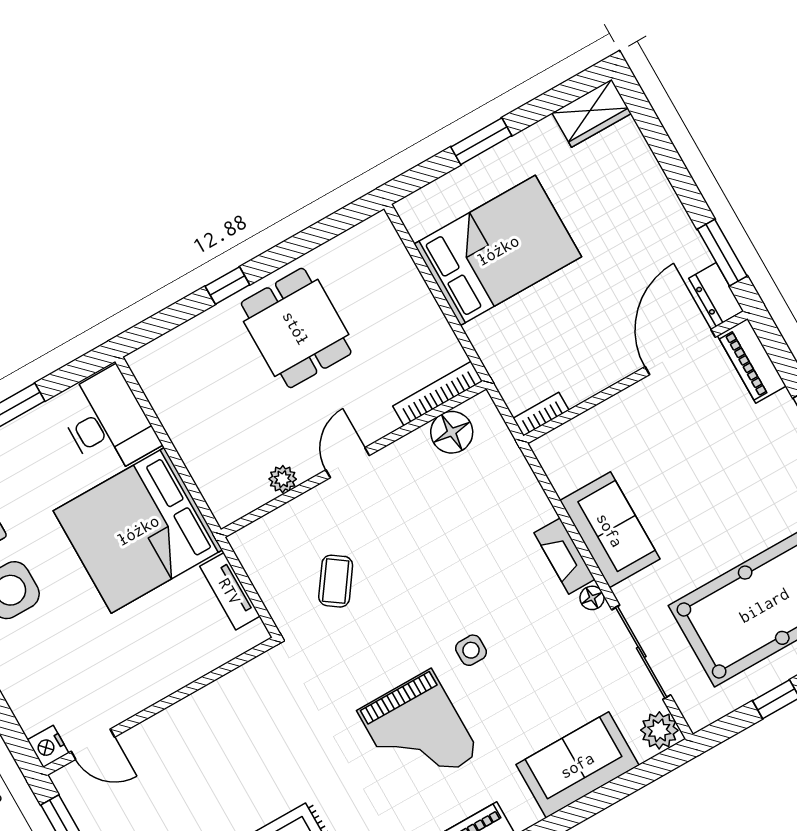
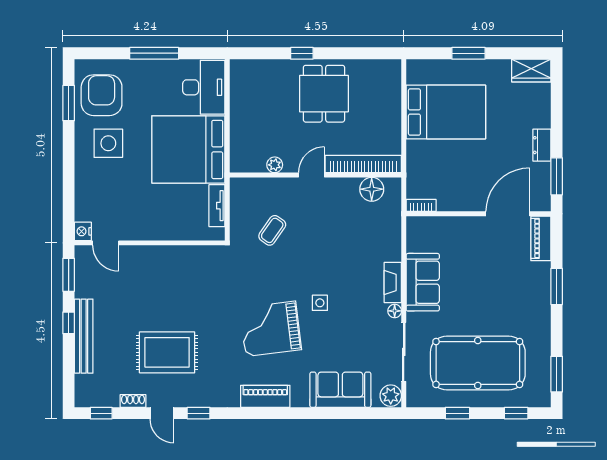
dresser: (716, 295) -> (542, 145), moved
bookcase: (438, 394) -> (363, 164), width x1.48, depth x1.31
grand piano: (418, 732) -> (271, 329), turned 83

